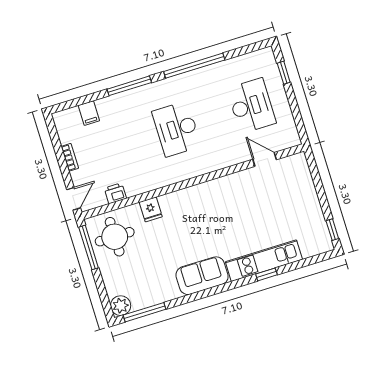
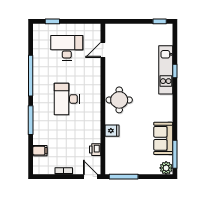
desk: (177, 129) -> (67, 99), turned 90
round table: (115, 237) -> (119, 100), moved
sofa: (202, 276) -> (163, 138), moved

